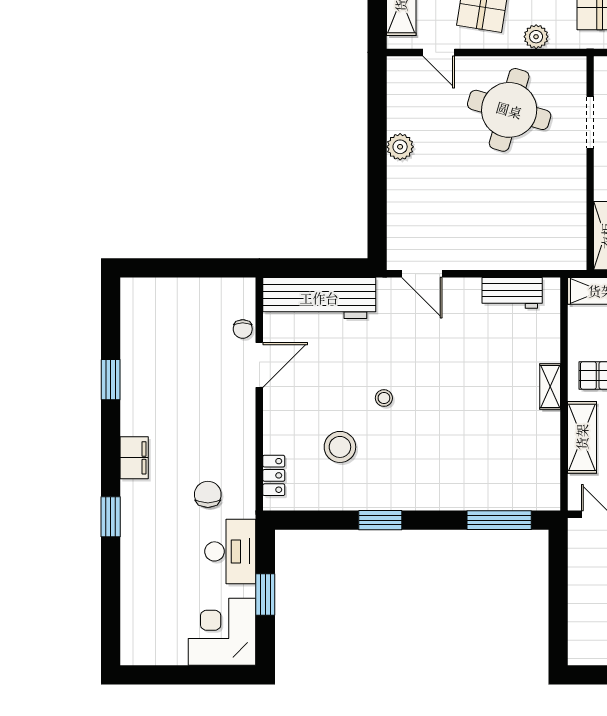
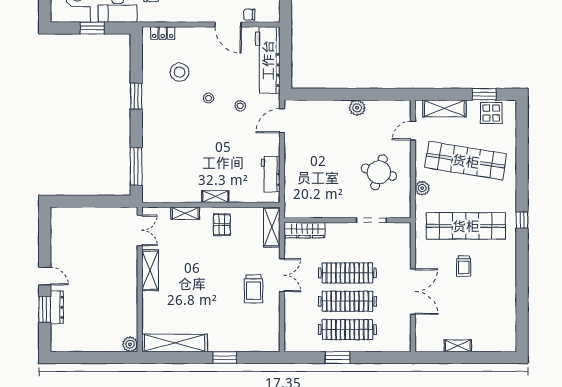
round table: (509, 110) -> (379, 172), width x0.73, depth x0.73
stool: (397, 344) -> (240, 106), added
shelving: (582, 437) -> (185, 213), width x0.67, depth x0.75

